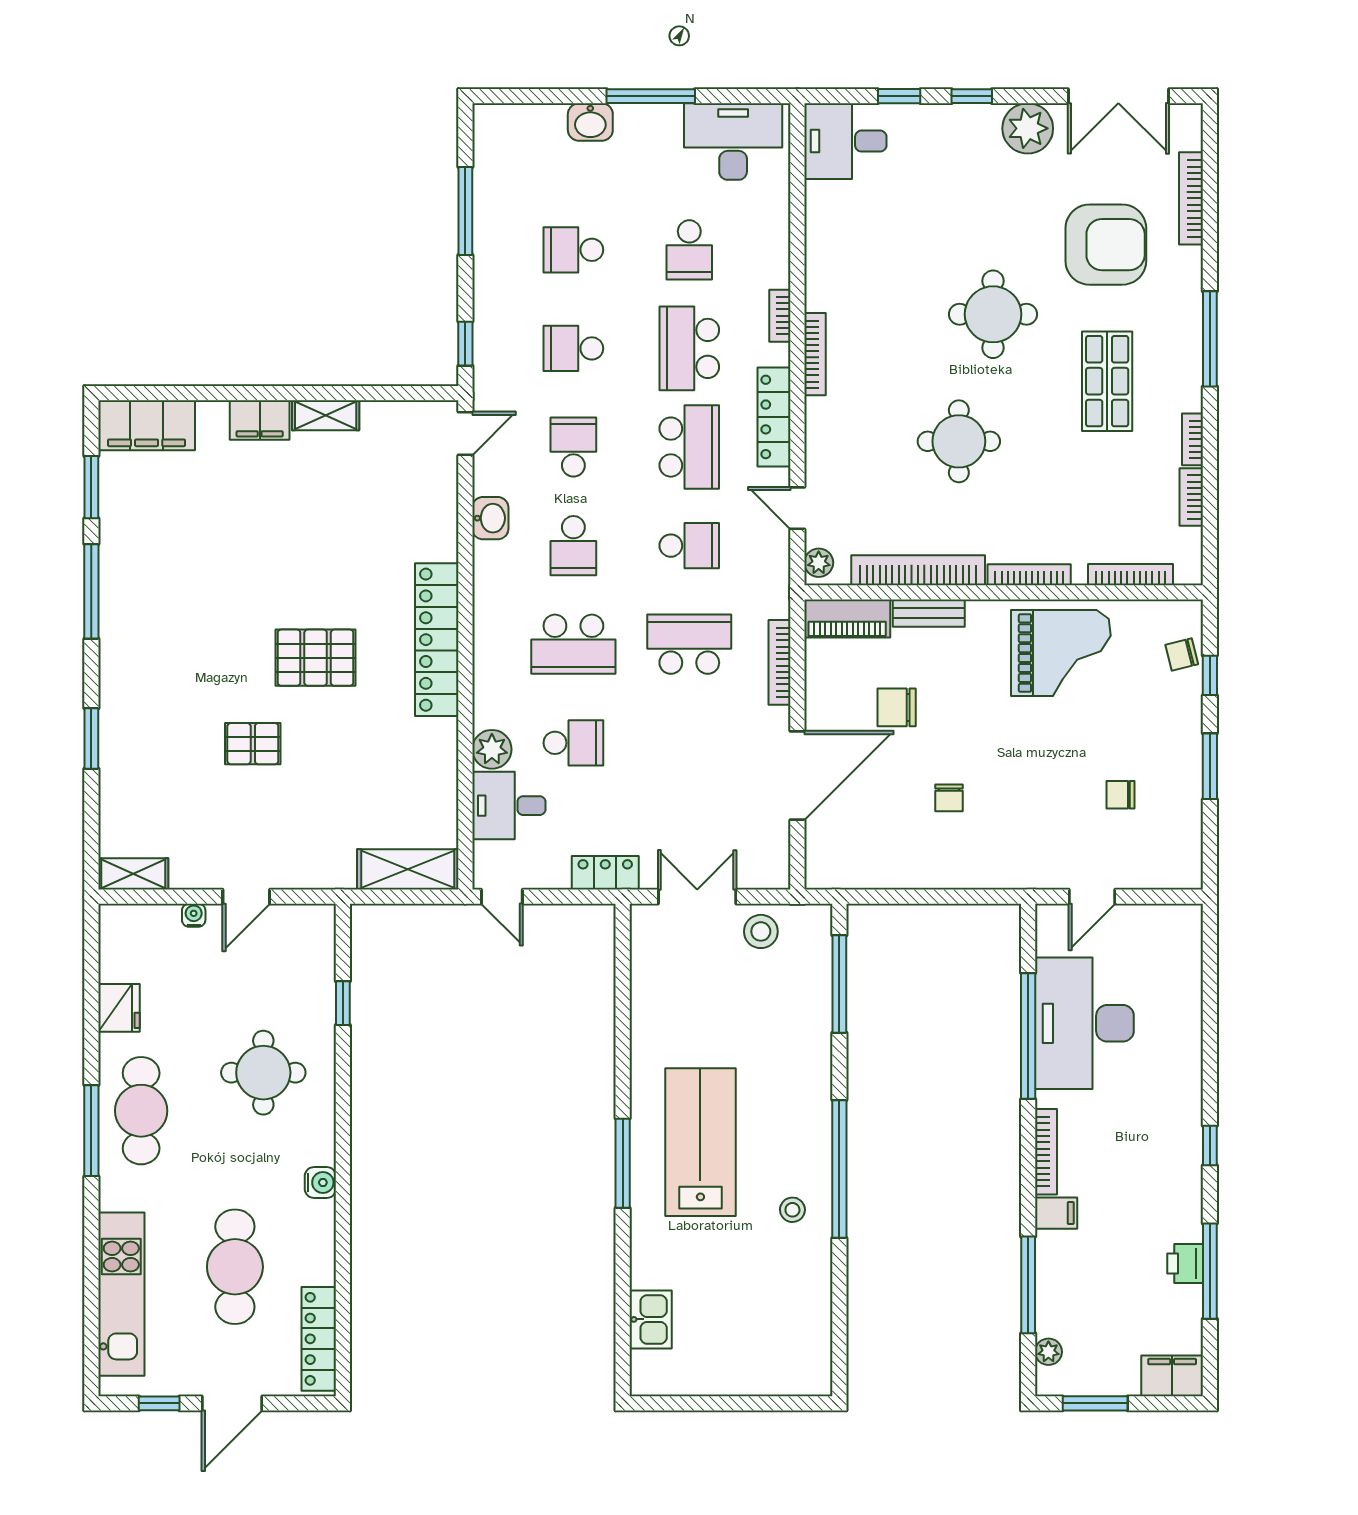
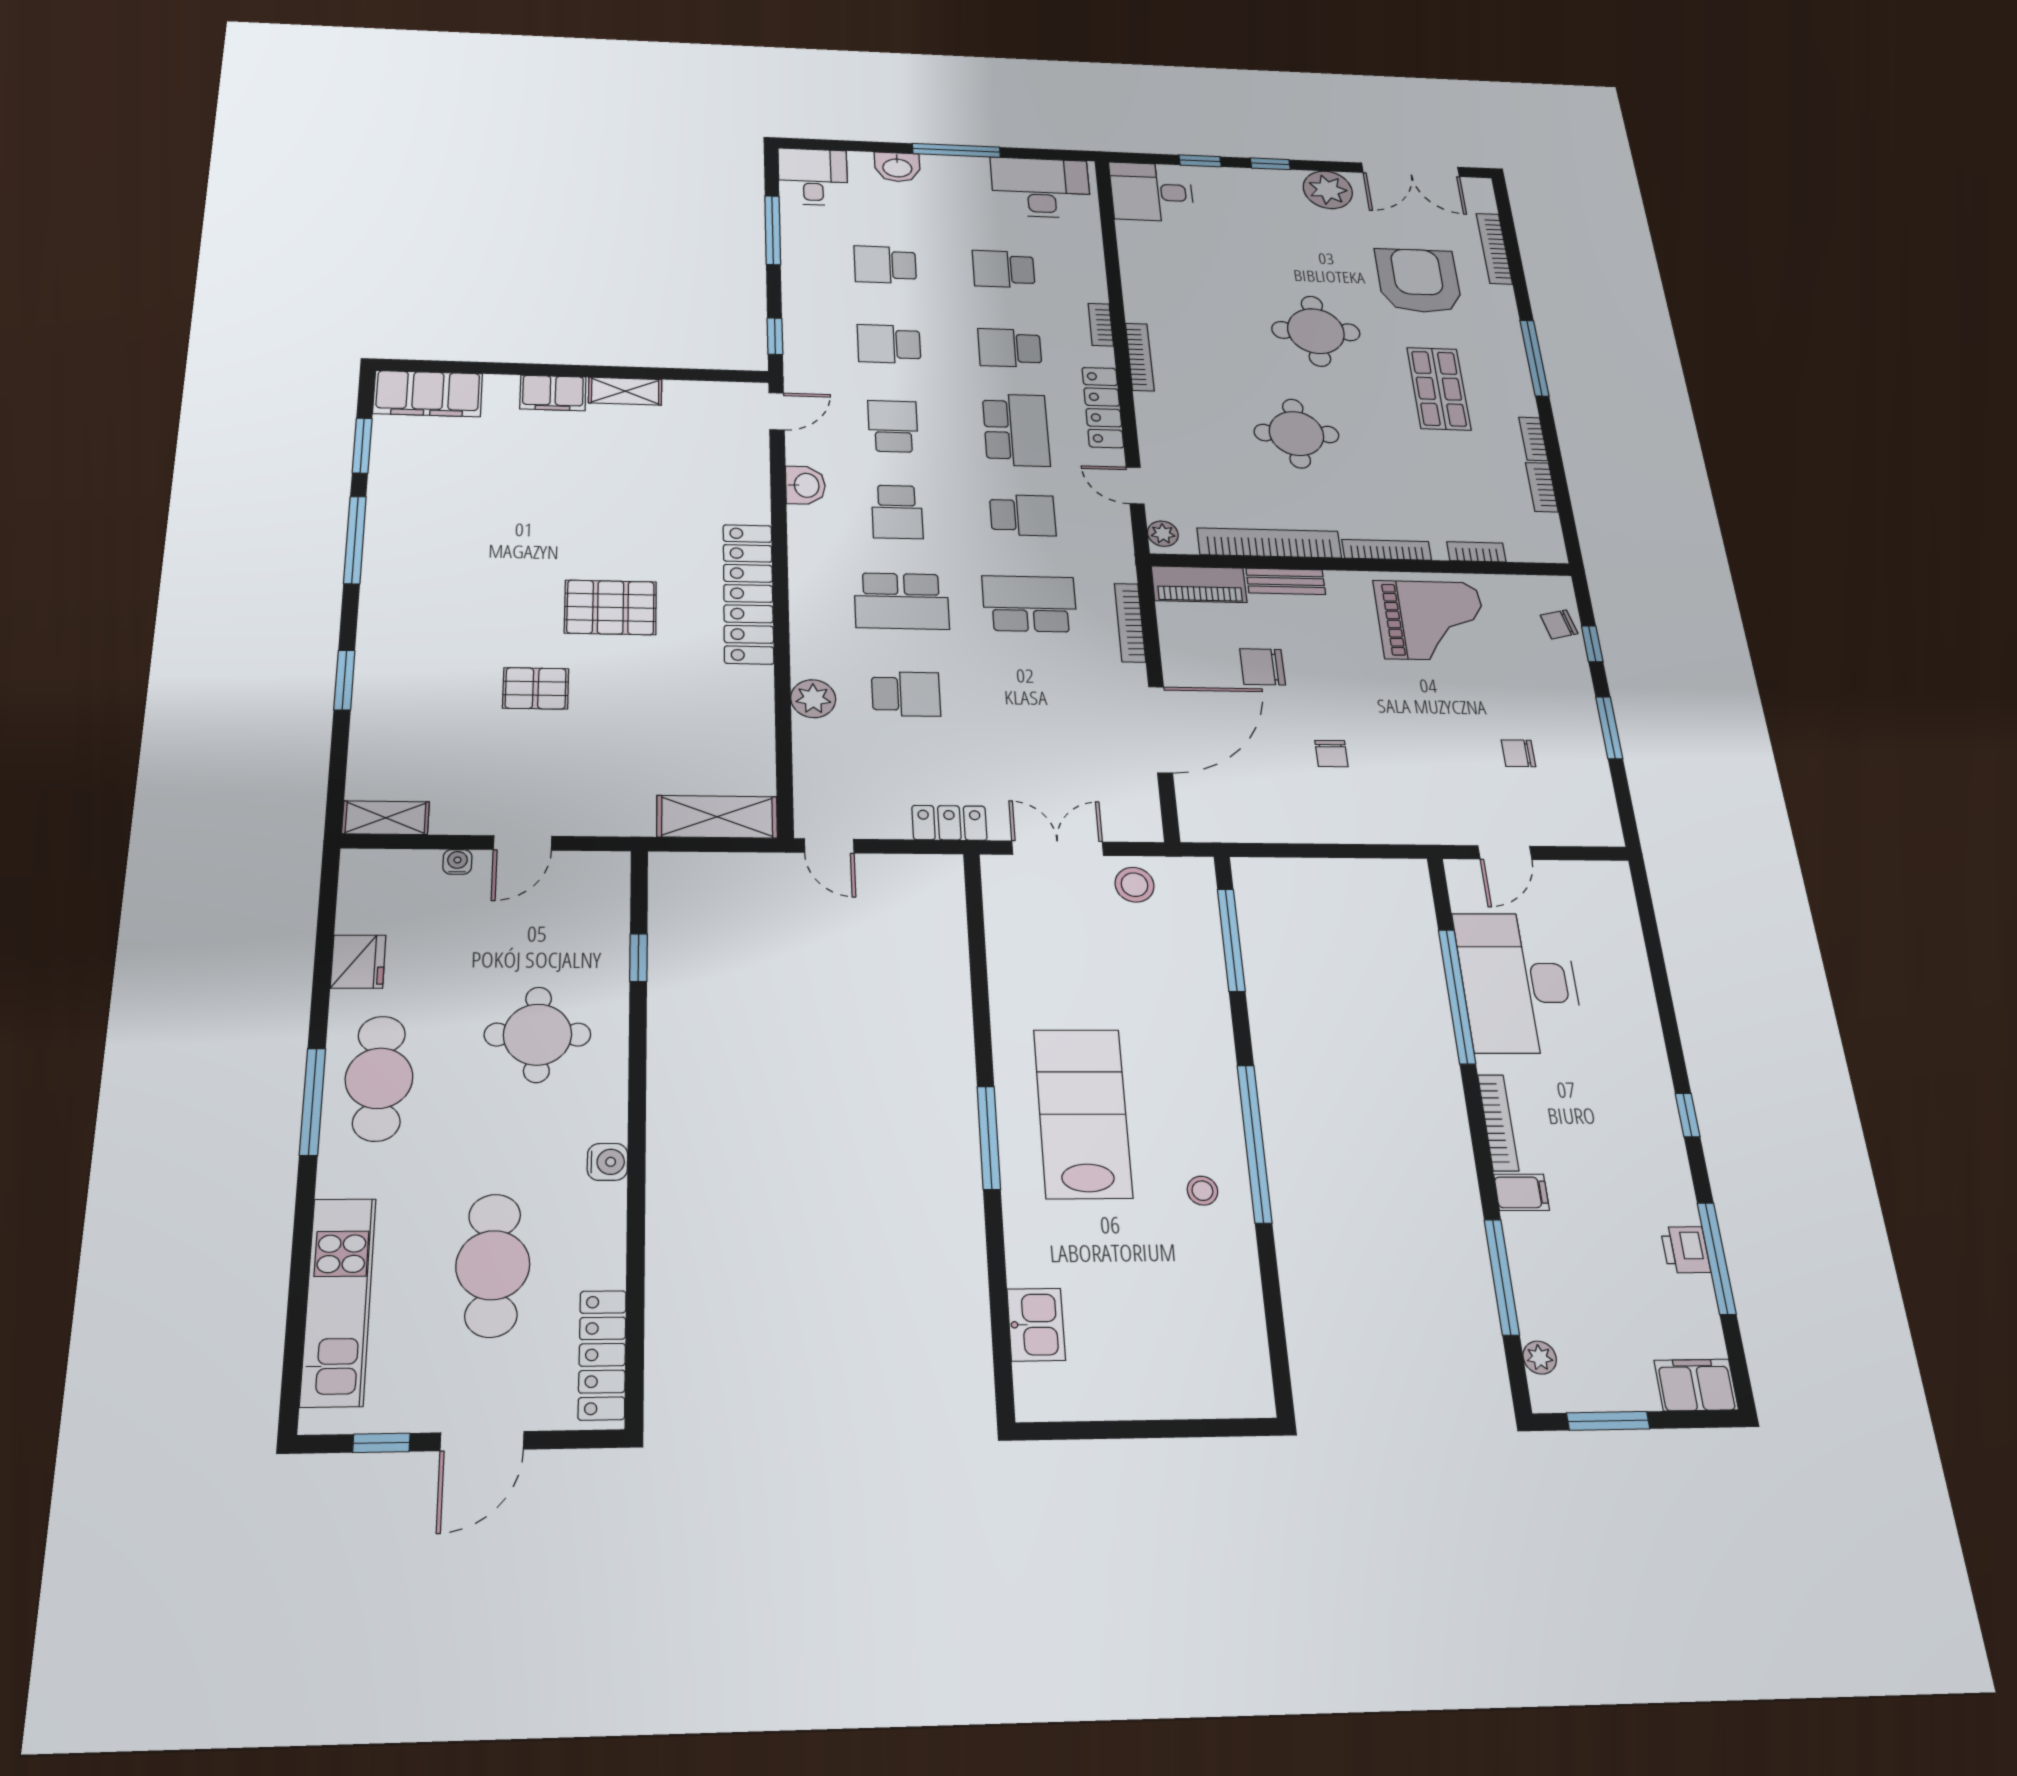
armchair: (1106, 245) -> (1418, 281), turned -90
school desk: (689, 250) -> (1004, 269), turned 90
school desk: (689, 348) -> (1010, 348), width x0.54
bookcase: (1130, 575) -> (1476, 552), width x0.64
desk: (509, 806) -> (813, 177), moved, turned 90

